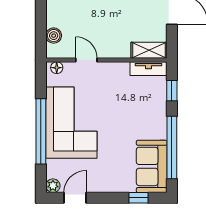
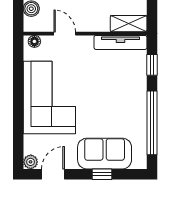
tv unit: (149, 69) -> (120, 42), width x1.41
window: (41, 131) -> (18, 106), removed
sofa: (152, 166) -> (105, 154), moved, turned 90
window: (138, 198) -> (102, 174), moved

